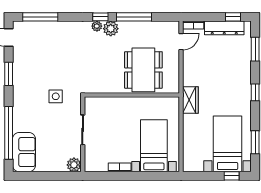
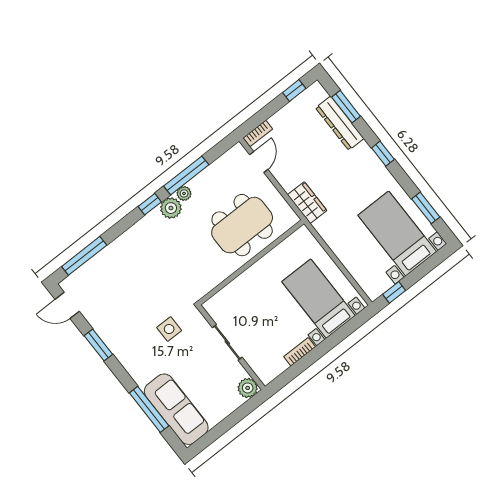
plant: (97, 26) -> (184, 193), moved
dresser: (224, 28) -> (340, 123), moved, turned 90
dining table: (143, 70) -> (242, 225), turned 90
wardrobe: (190, 100) -> (307, 203), moved
window: (9, 133) -> (149, 409), width x0.68
sofa: (24, 152) -> (176, 409), width x1.36
window: (232, 176) -> (394, 292), moved

